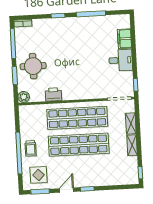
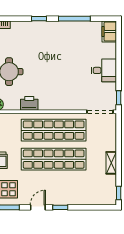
filing cabinet: (124, 39) -> (109, 31), moved
shelving: (131, 123) -> (111, 139), removed

